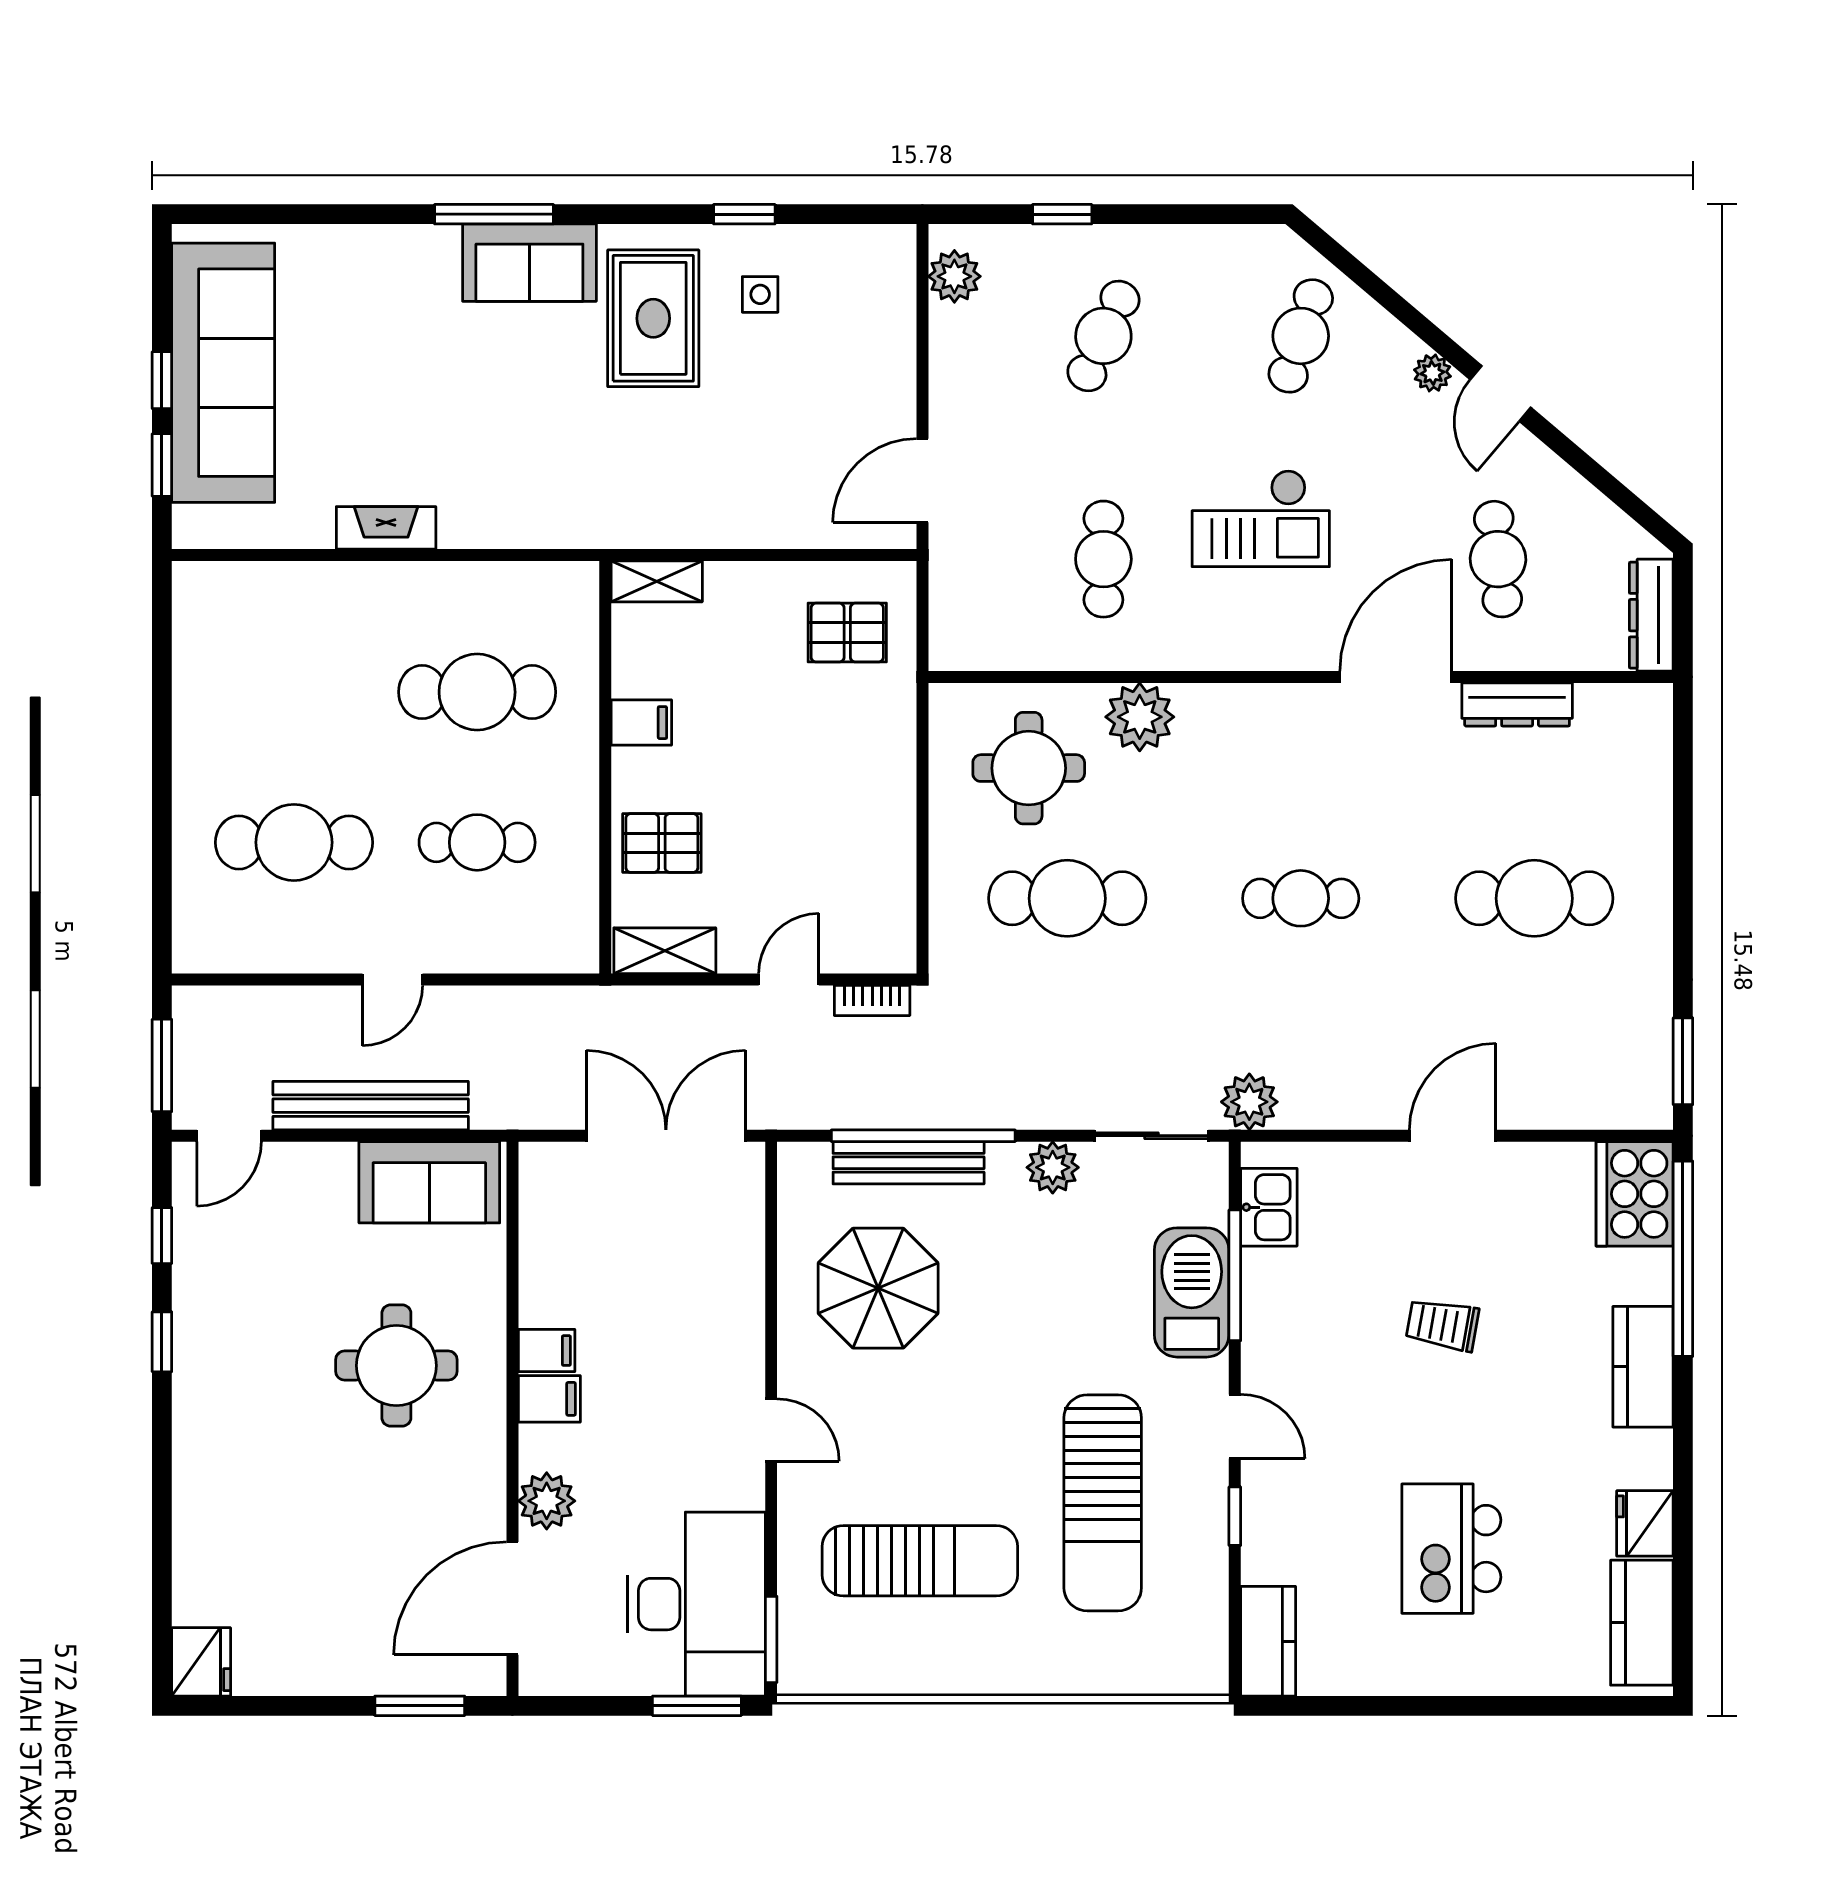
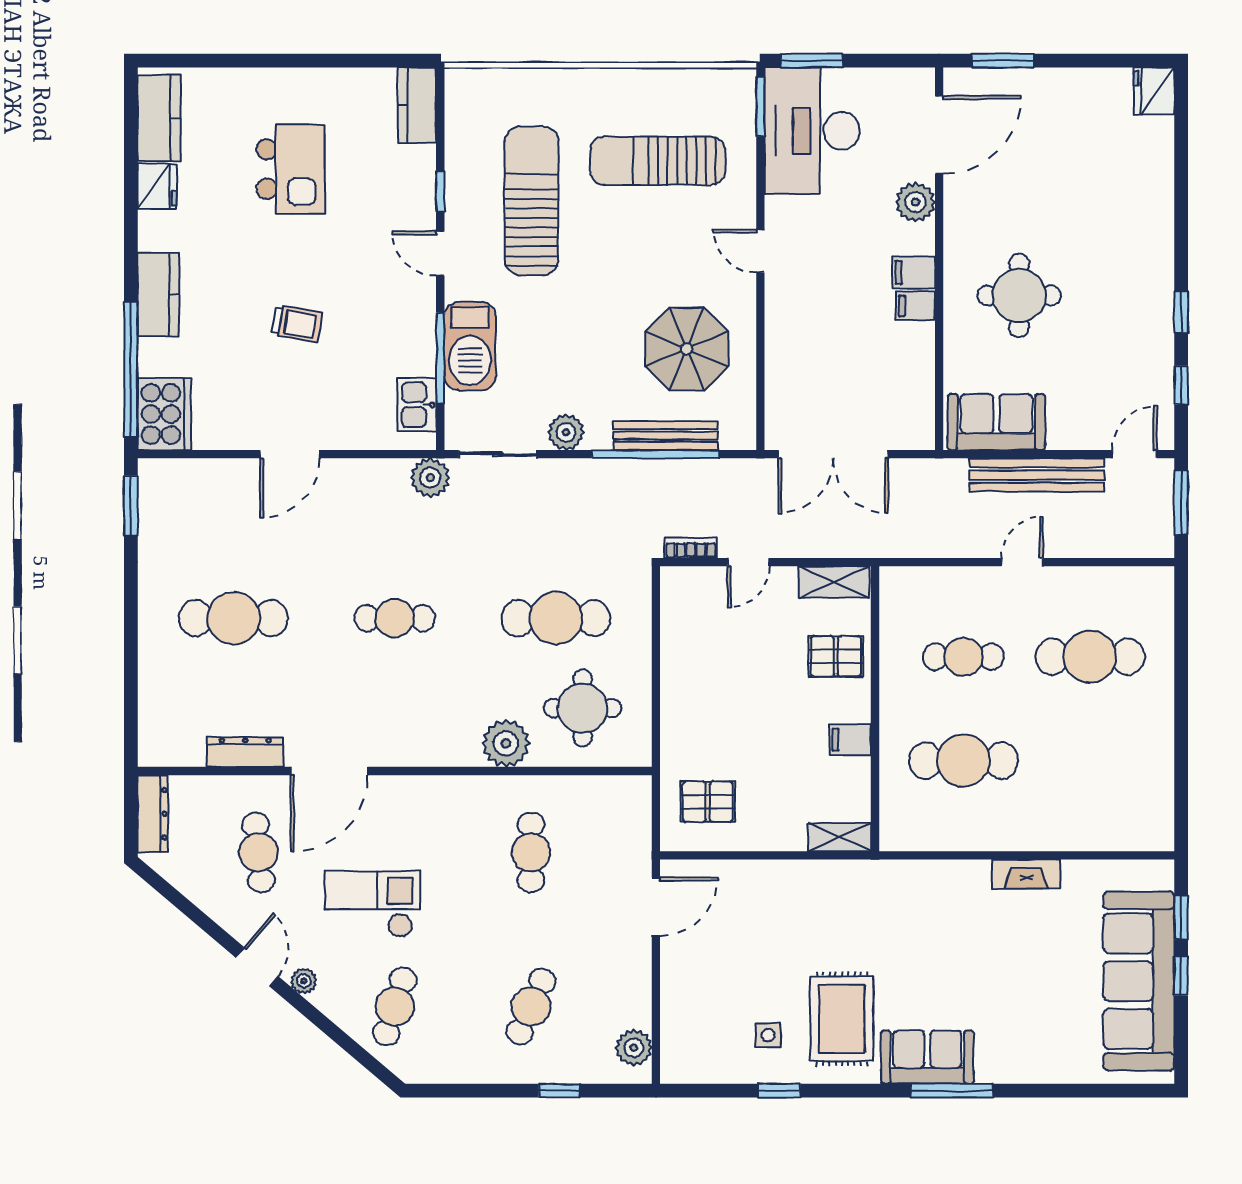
checkout: (1261, 518) -> (373, 904), moved

